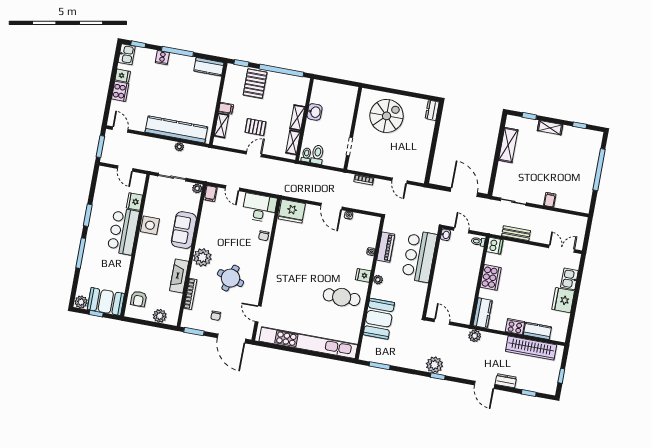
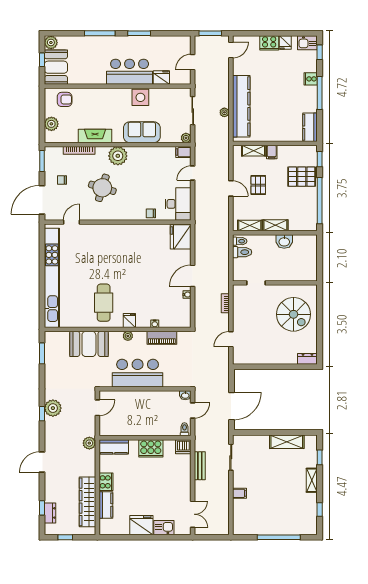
bar counter: (419, 256) -> (138, 373), moved
armchair: (139, 299) -> (65, 99), turned 180
dresser: (506, 381) -> (50, 513), moved

